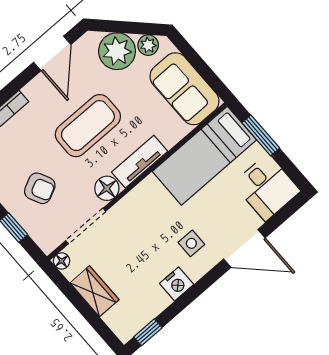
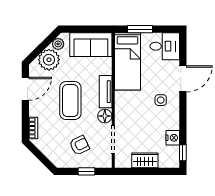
door: (52, 53) -> (25, 89), hinge flipped
floor lamp: (62, 261) -> (119, 163), removed
nightstand: (177, 284) -> (173, 138), moved

